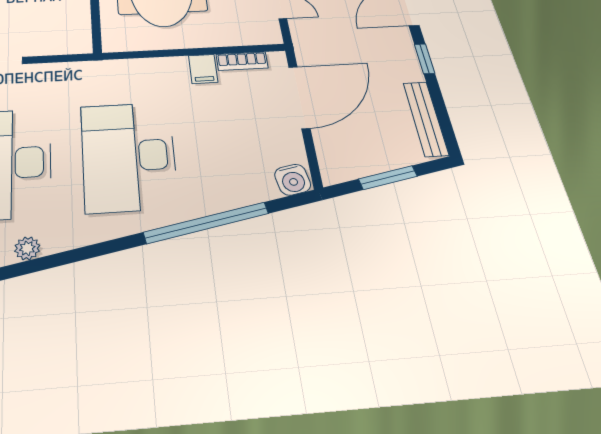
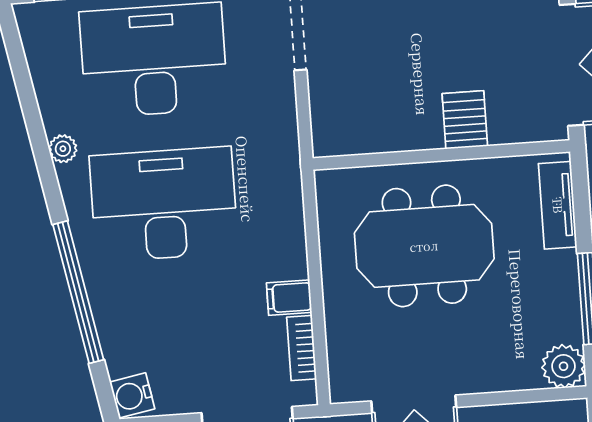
plant: (27, 248) -> (63, 149), moved

